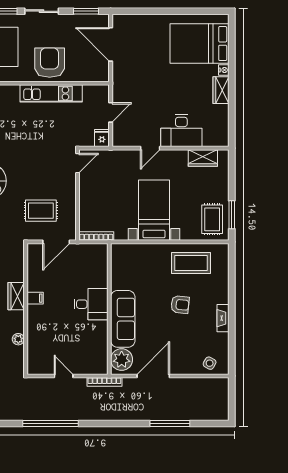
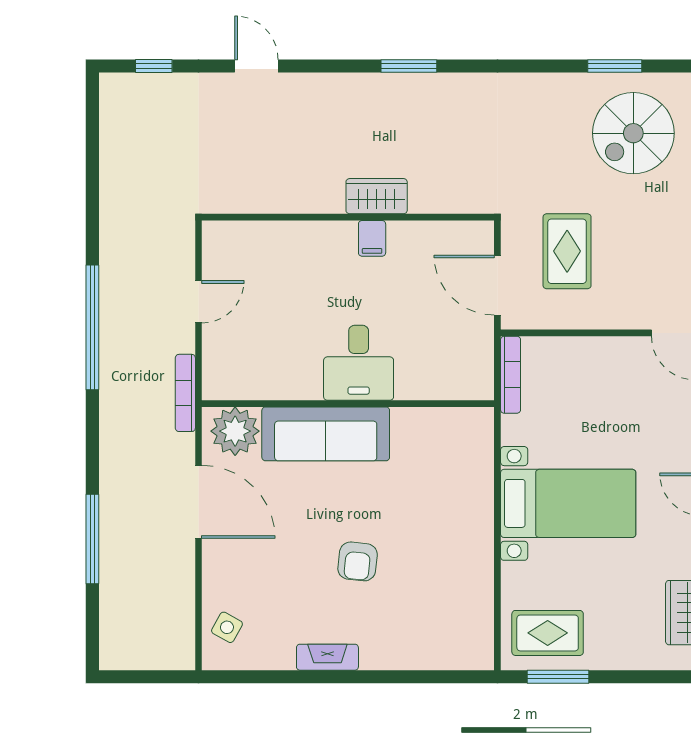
coffee table: (191, 263) -> (450, 586), removed
plant: (18, 339) -> (281, 201), removed
window: (51, 424) -> (92, 327), moved

